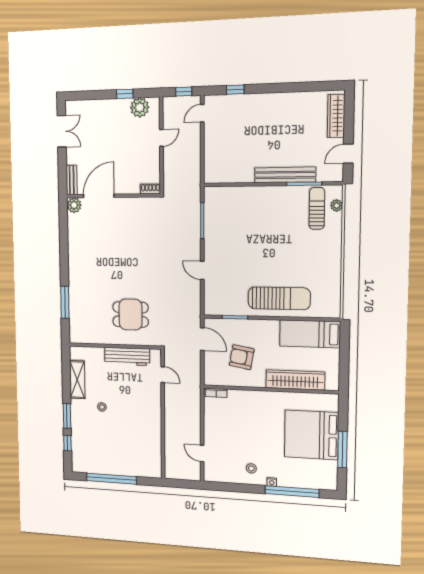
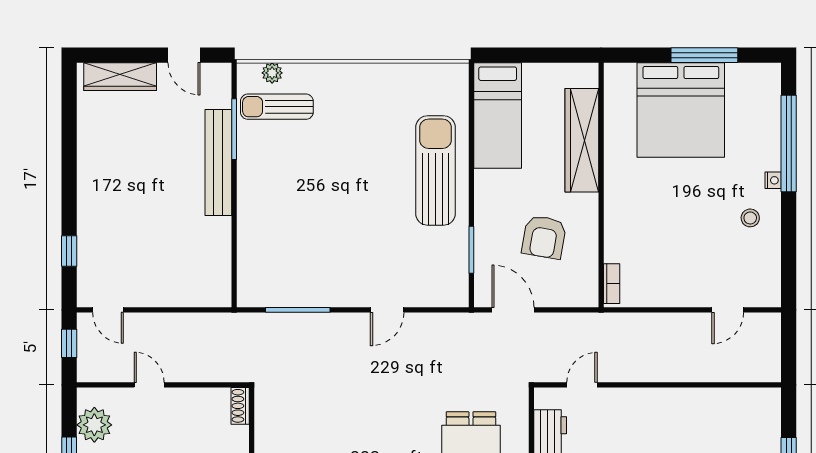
door: (202, 339) -> (513, 310), hinge flipped

